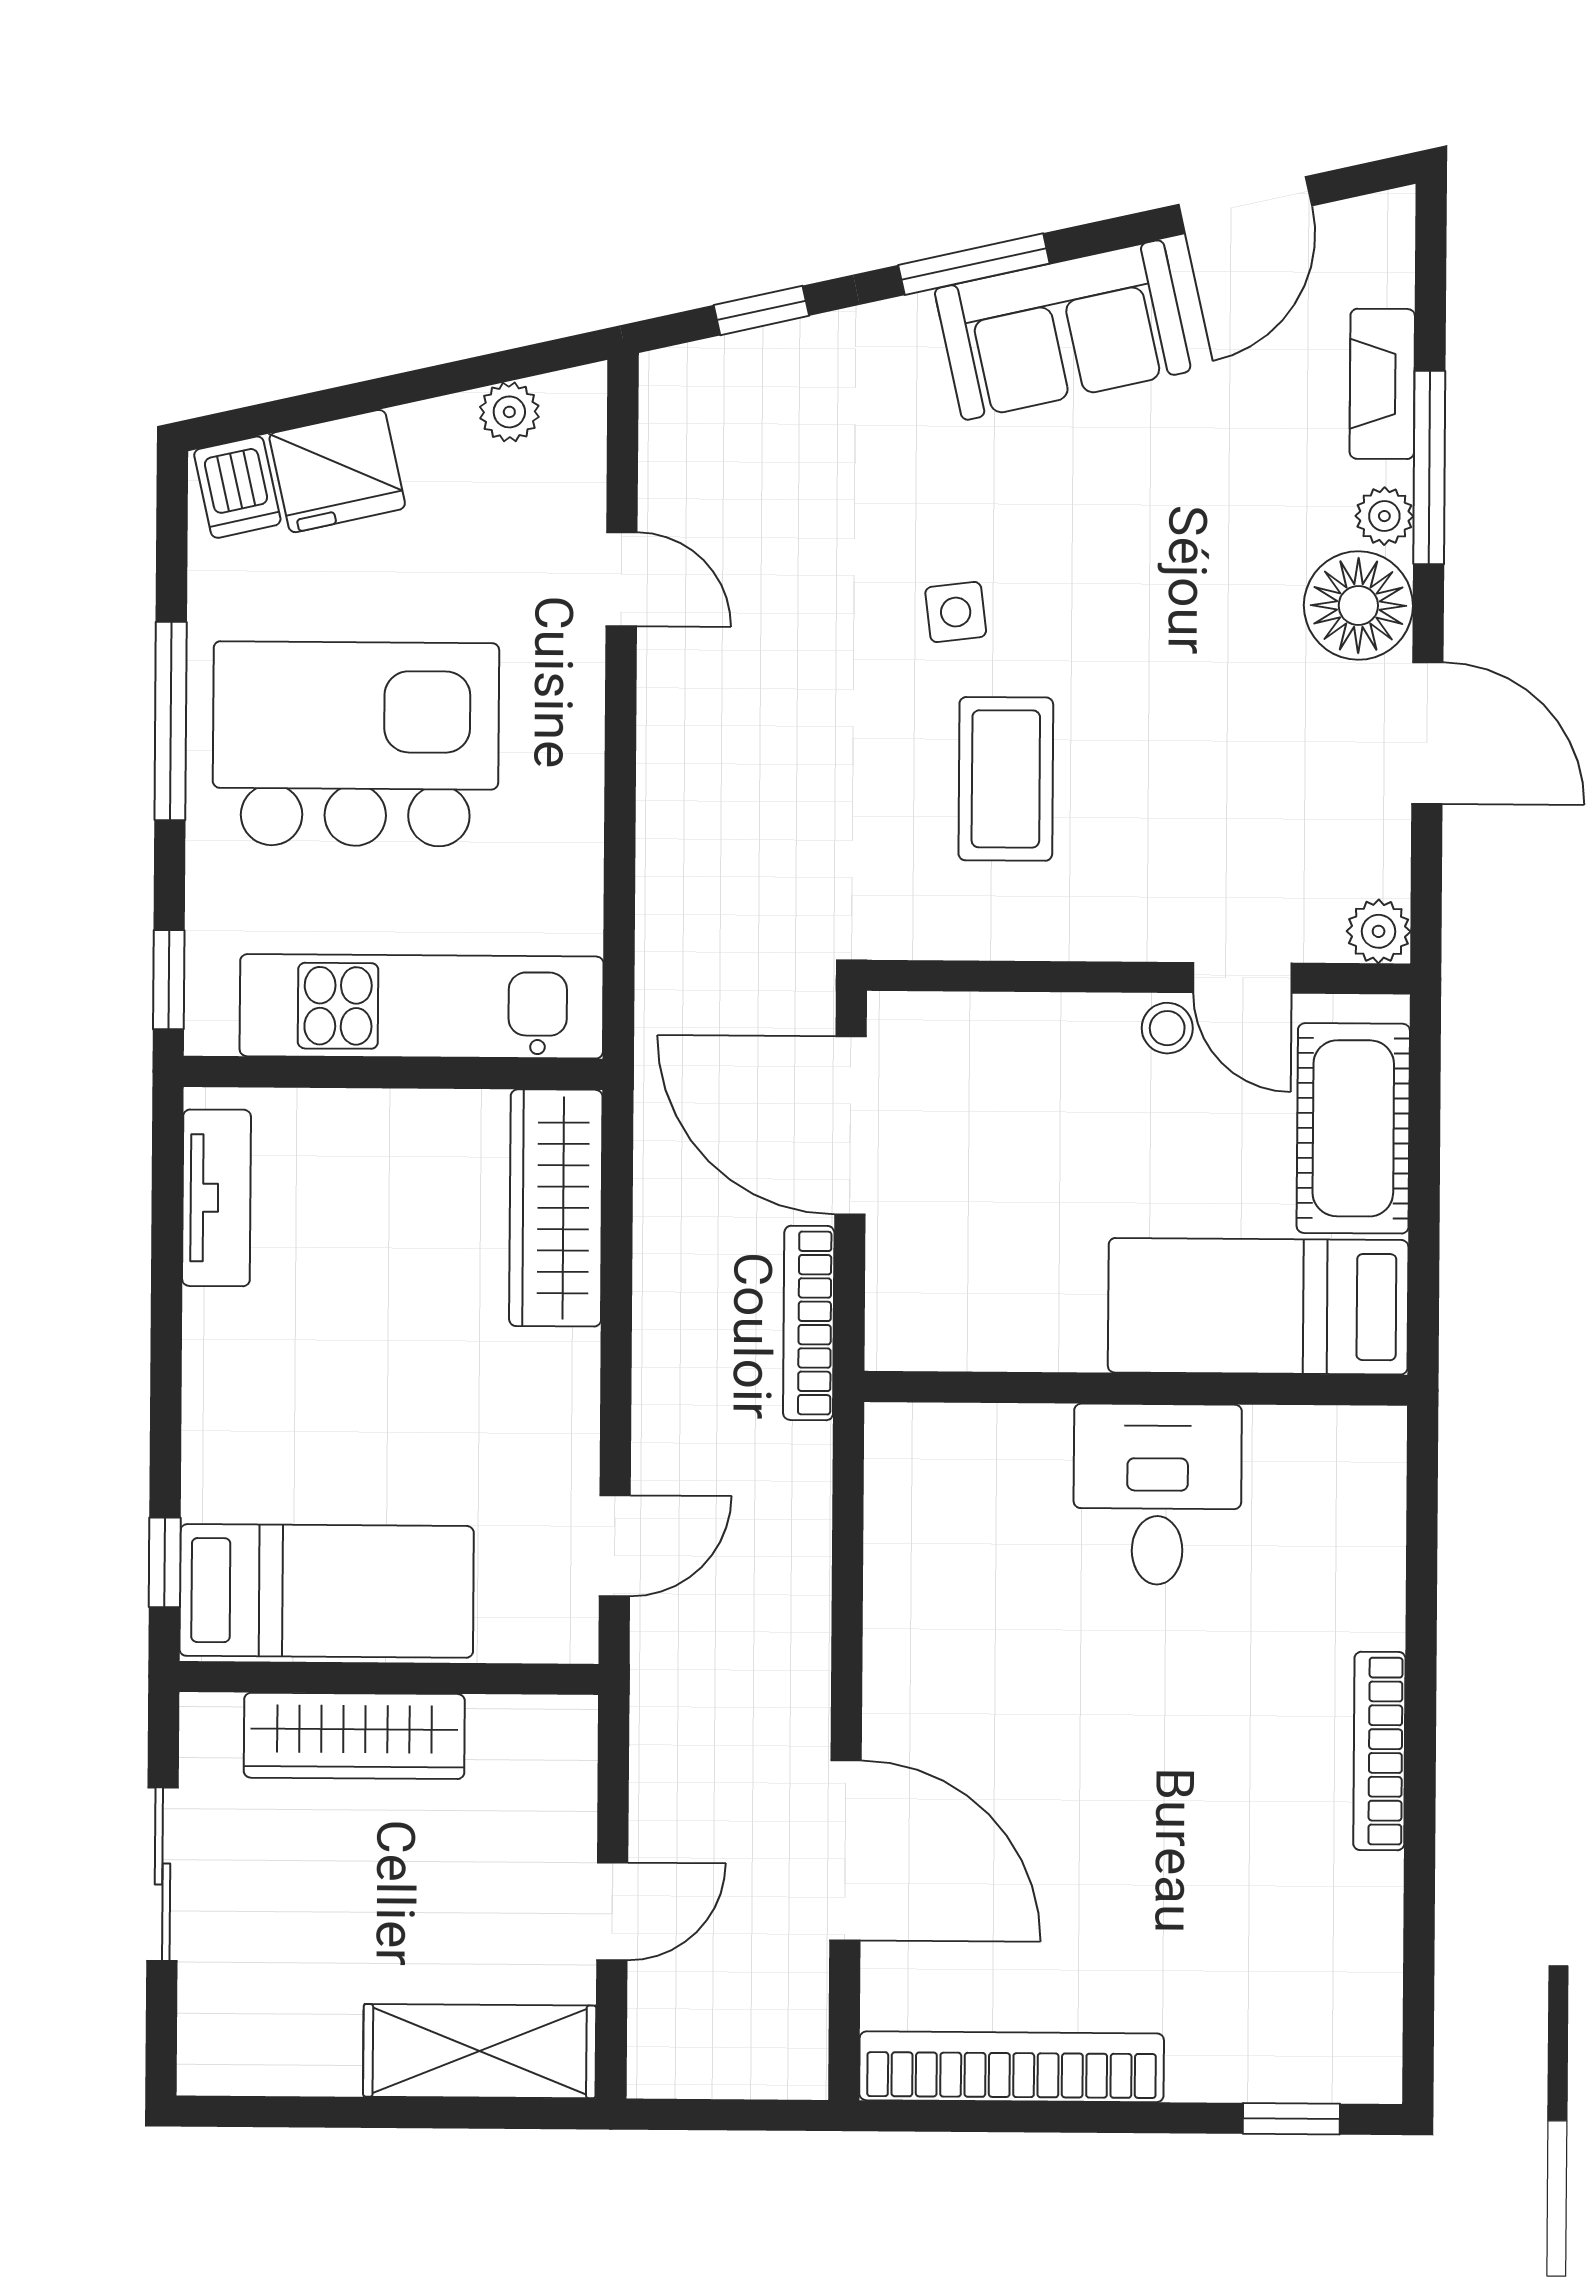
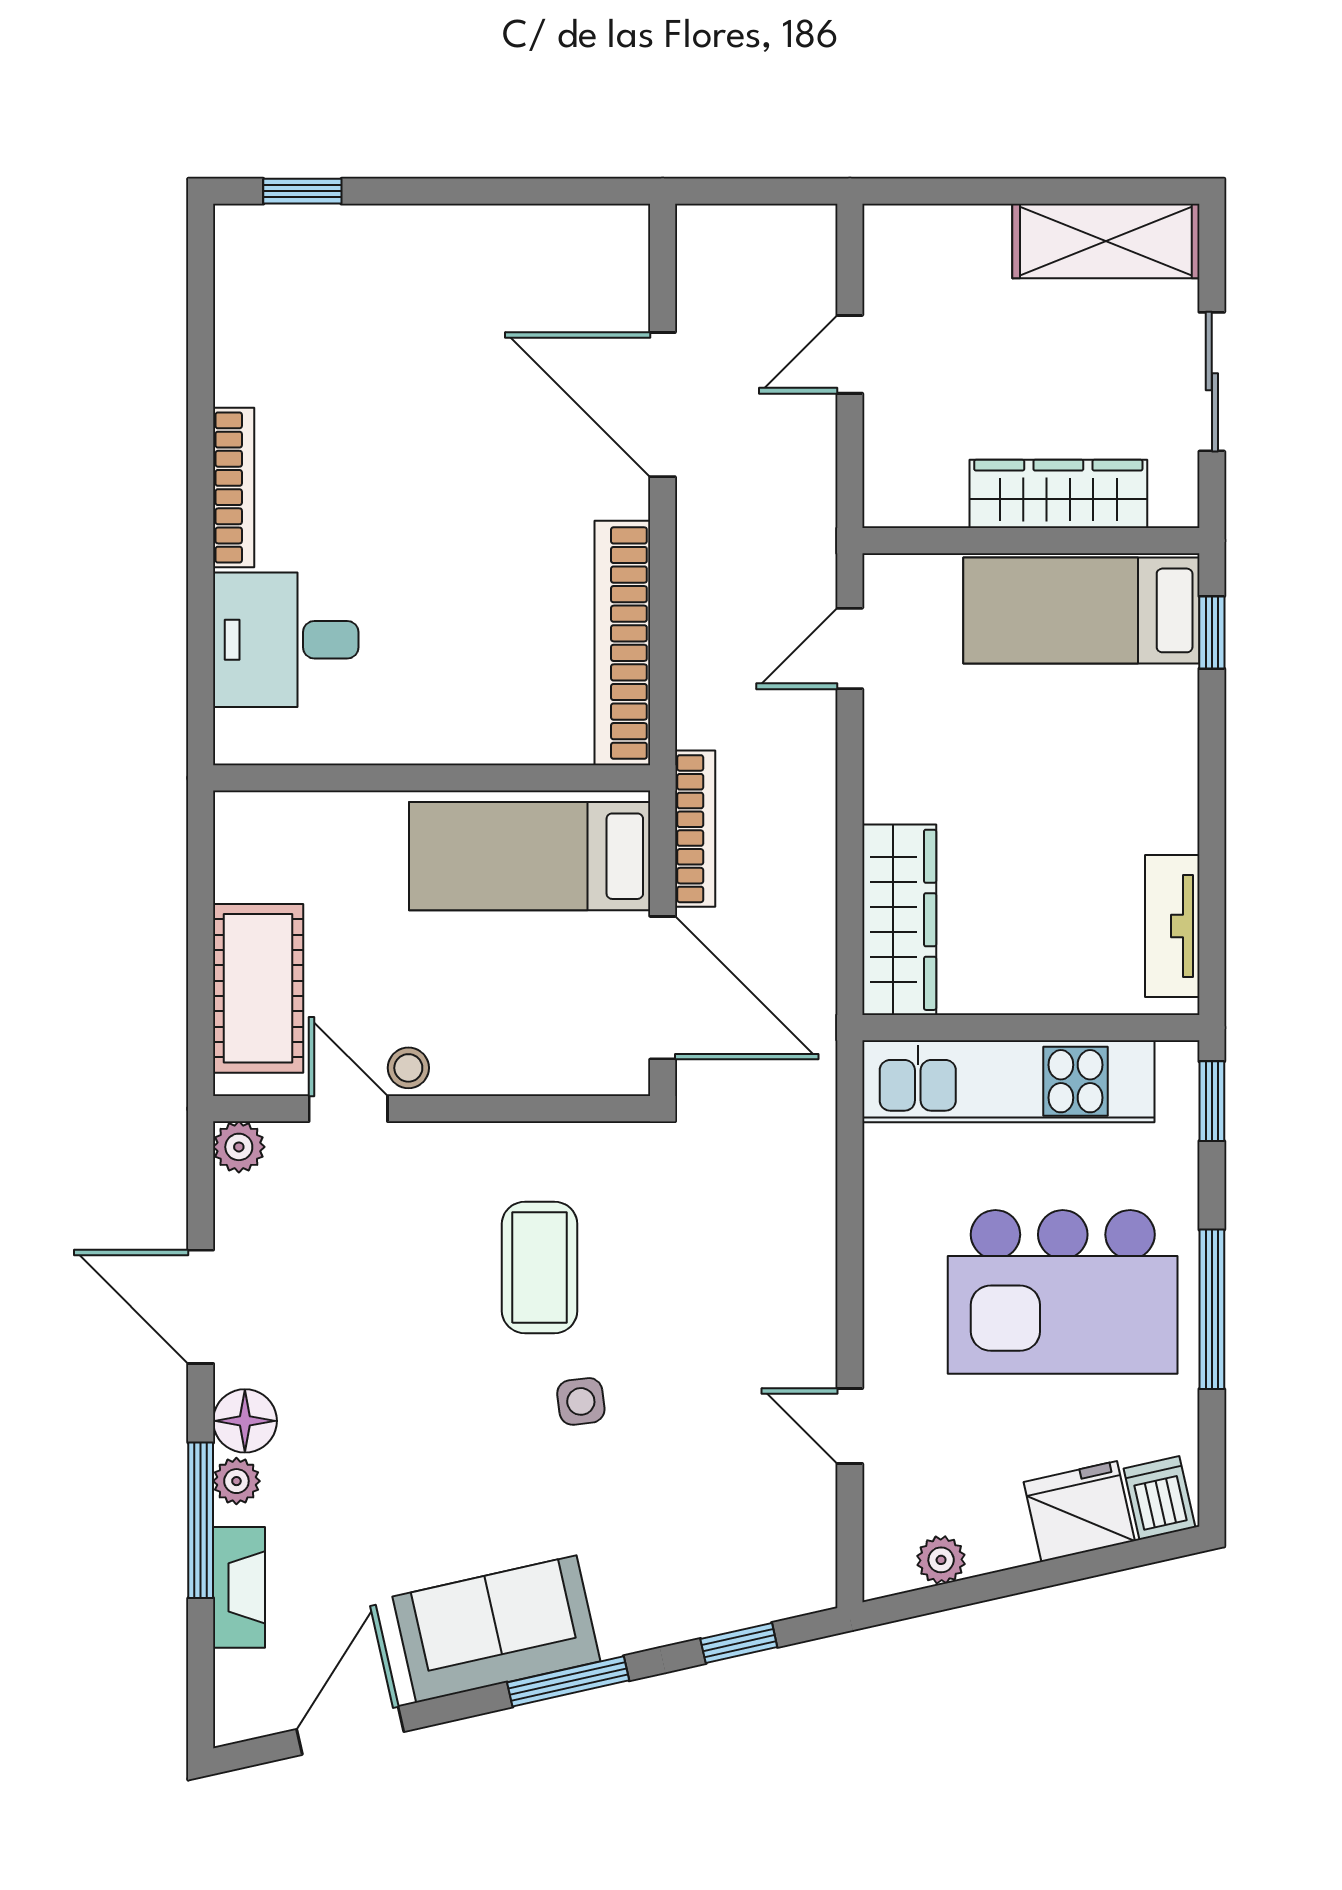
floor lamp: (1358, 606) -> (245, 1421), width x0.73, depth x0.73
bed: (1258, 1306) -> (530, 856), moved, turned 180
desk: (1157, 1494) -> (286, 640), moved, turned 90
shelving: (480, 2051) -> (1106, 241), moved
bookcase: (1012, 2067) -> (622, 643), moved, turned 90

